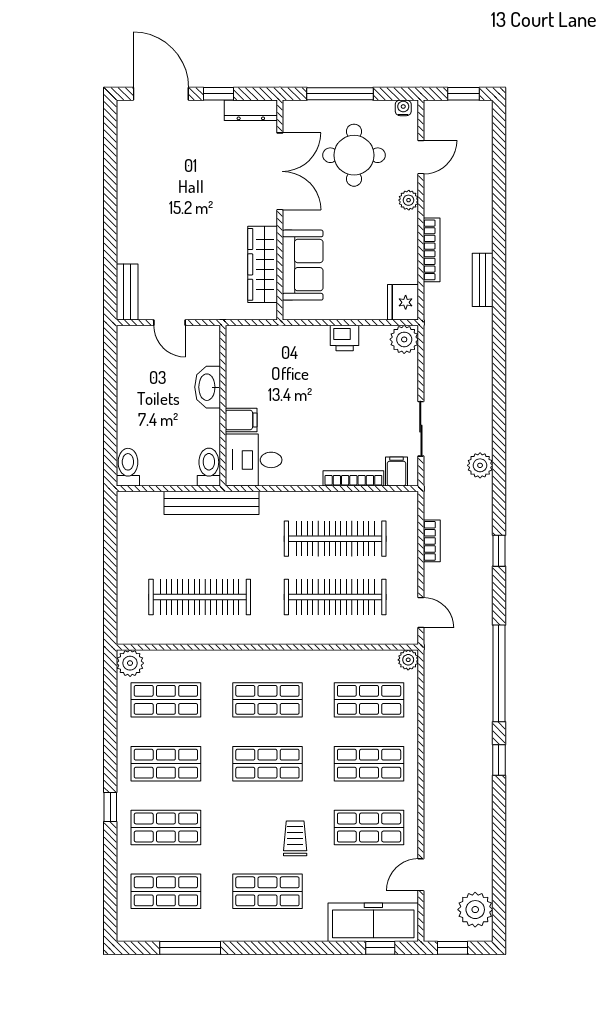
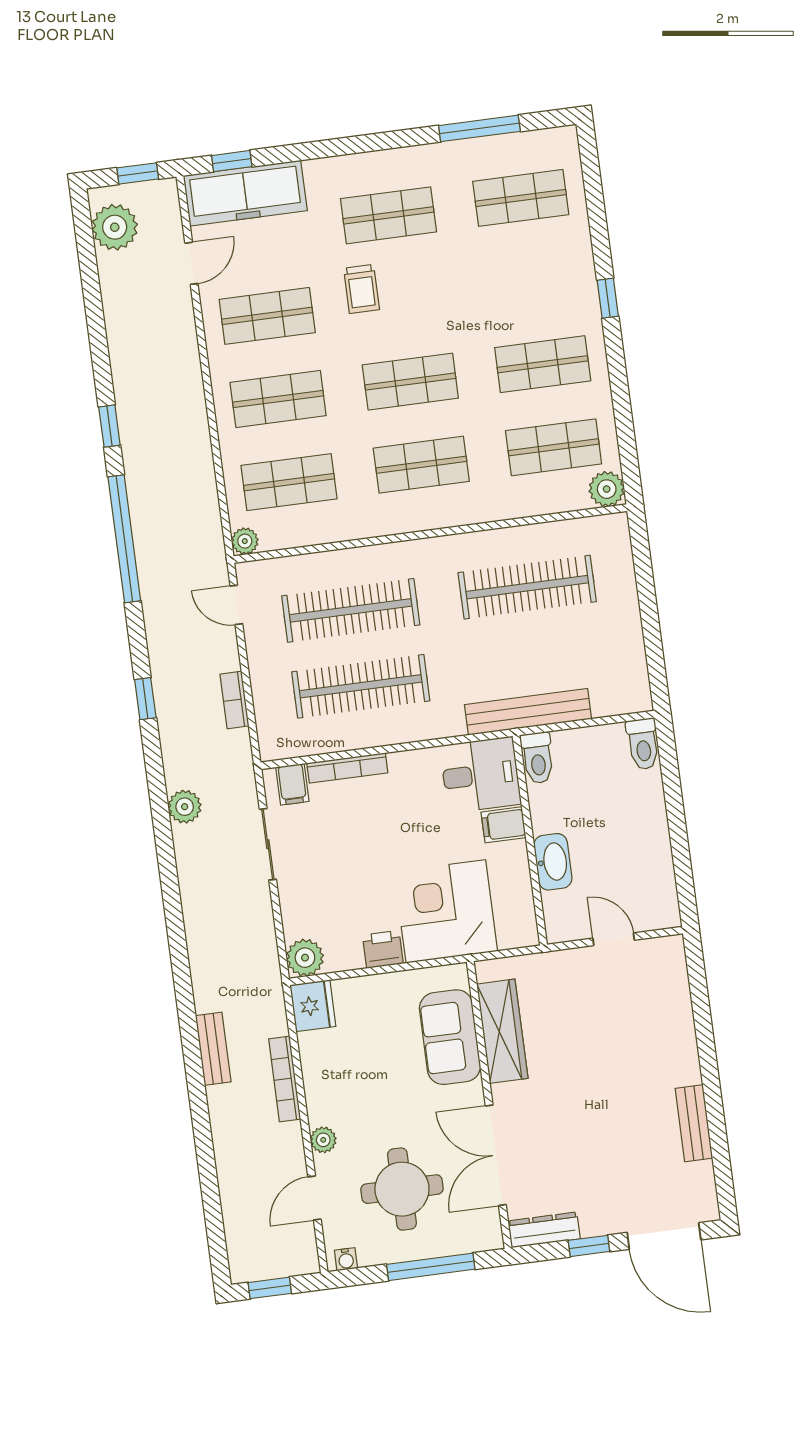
bench: (127, 292) -> (694, 1123), moved
corner desk: (293, 360) -> (446, 911), added
shop shelf: (166, 827) -> (532, 281), removed

